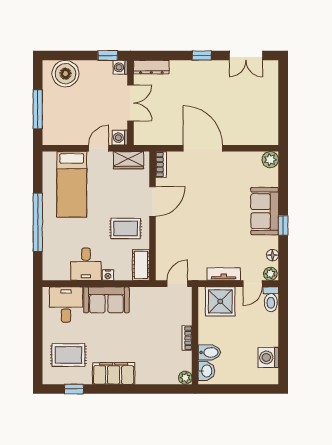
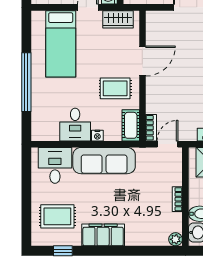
bookcase: (161, 165) -> (151, 128), moved
sofa: (106, 300) -> (104, 161), width x1.36

